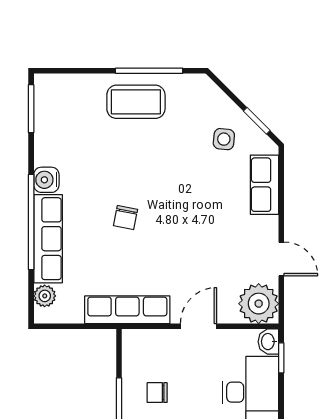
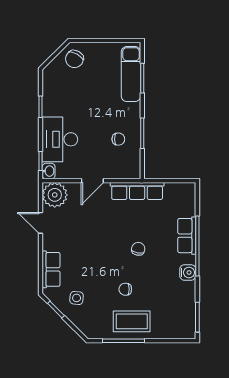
chair: (146, 153) -> (125, 289), added
row of seats: (48, 239) -> (187, 236), width x0.68
plant: (45, 296) -> (189, 200), removed

